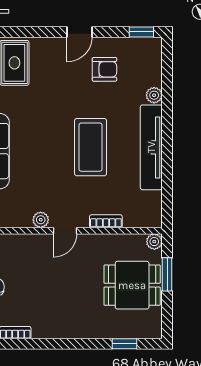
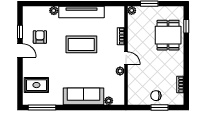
window: (141, 32) -> (20, 32), moved
dining table: (132, 285) -> (168, 35), moved

